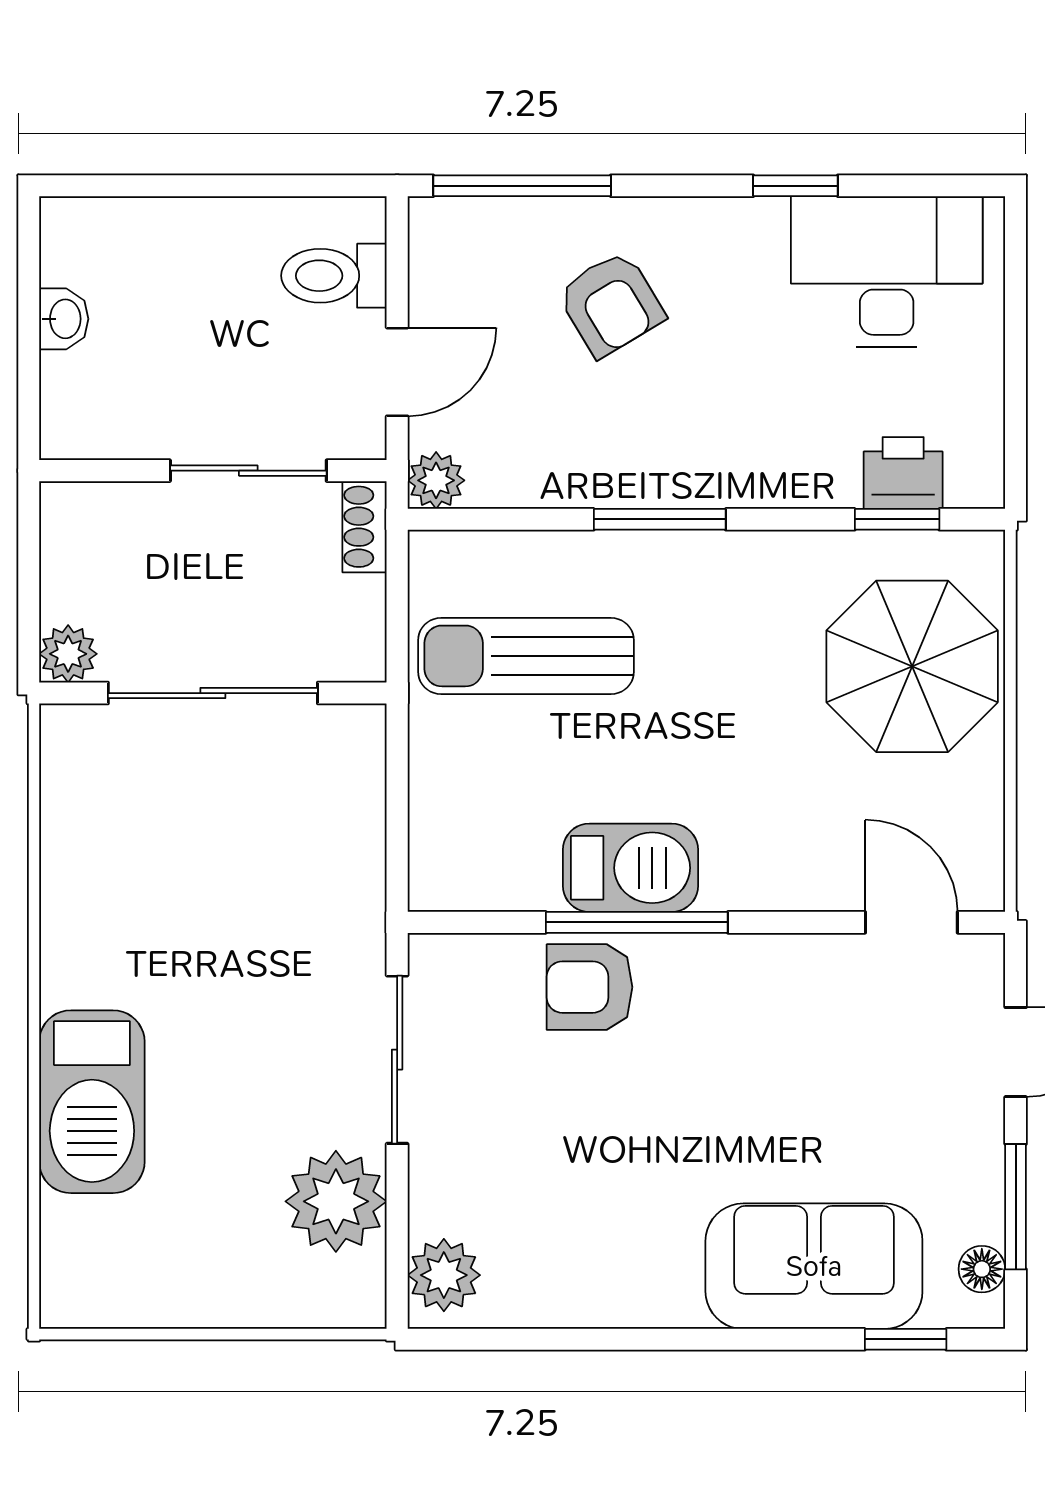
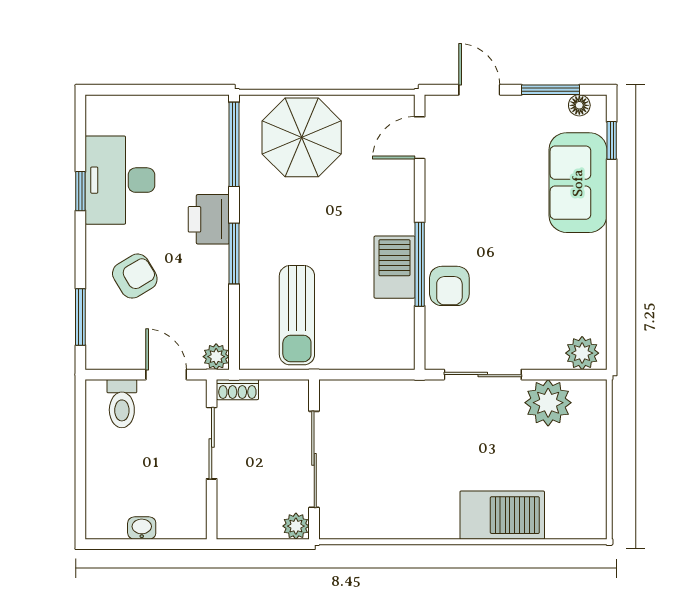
window: (522, 186) -> (80, 317), width x0.69
desk: (887, 271) -> (120, 180), moved
printer: (903, 473) -> (209, 219), moved, width x1.36, depth x1.24
window: (897, 519) -> (234, 144), width x2.17

